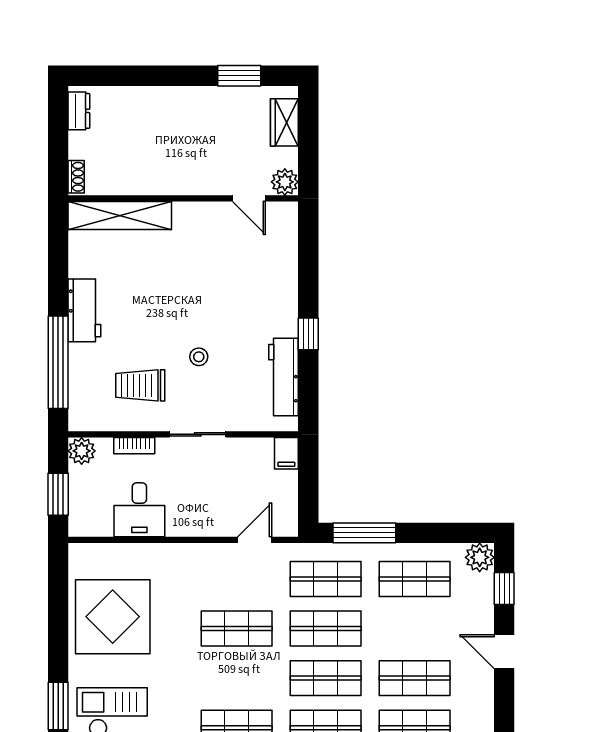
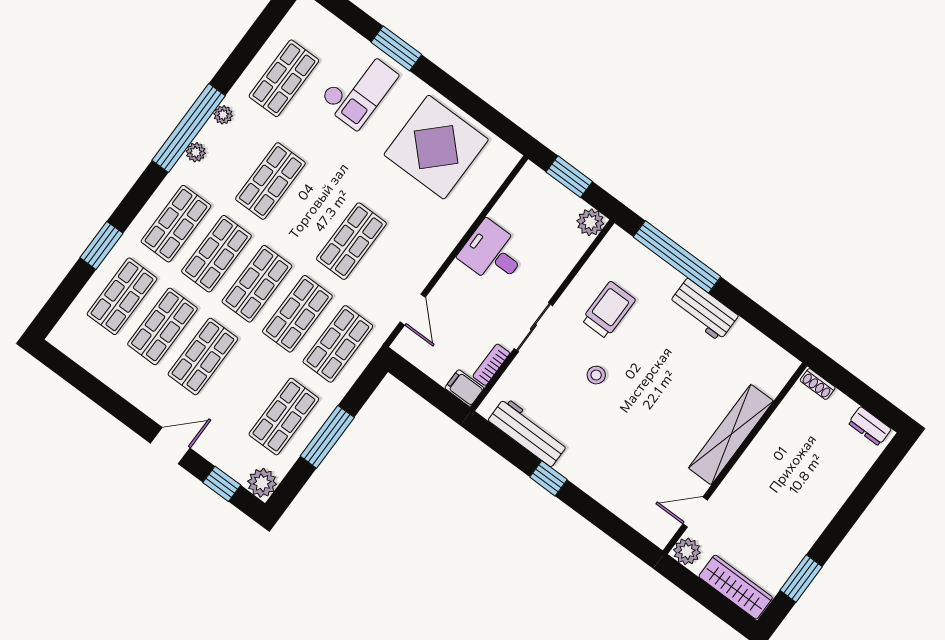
wardrobe: (284, 122) -> (736, 587), width x1.50
shelving: (120, 215) -> (731, 435), moved
bookcase: (134, 446) -> (491, 365), moved
desk: (139, 510) -> (493, 253), moved
window: (364, 533) -> (327, 437), moved

